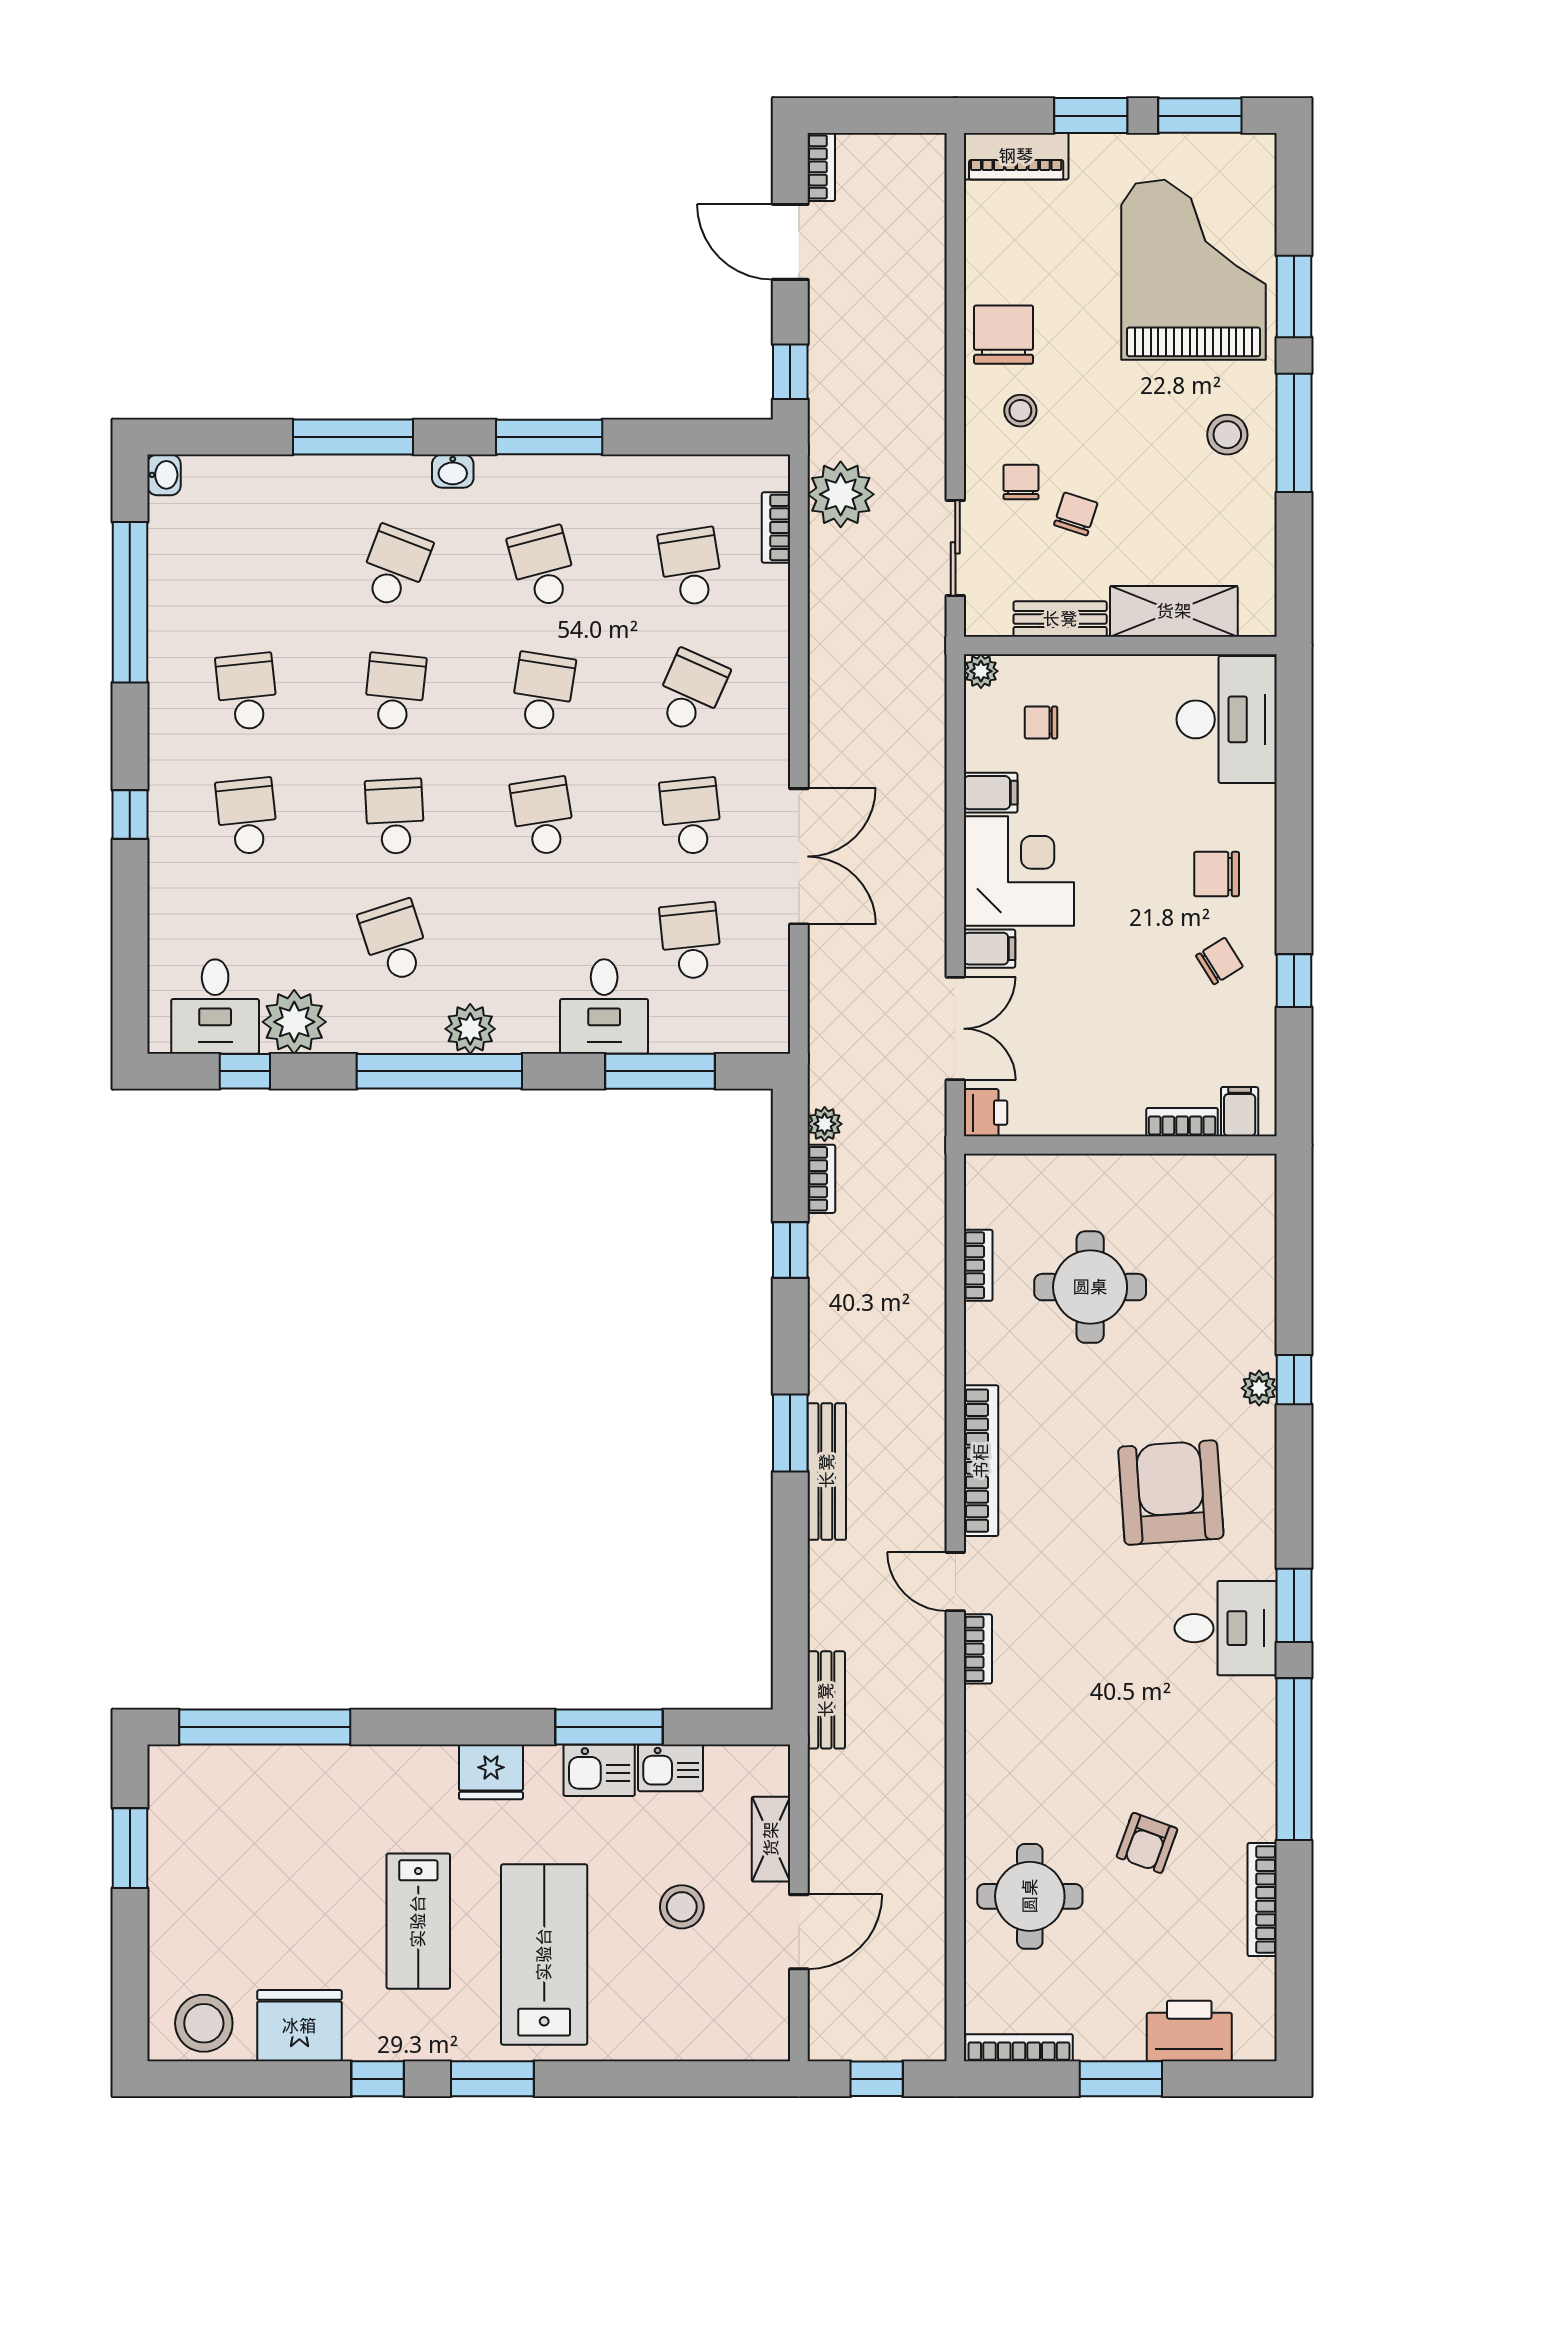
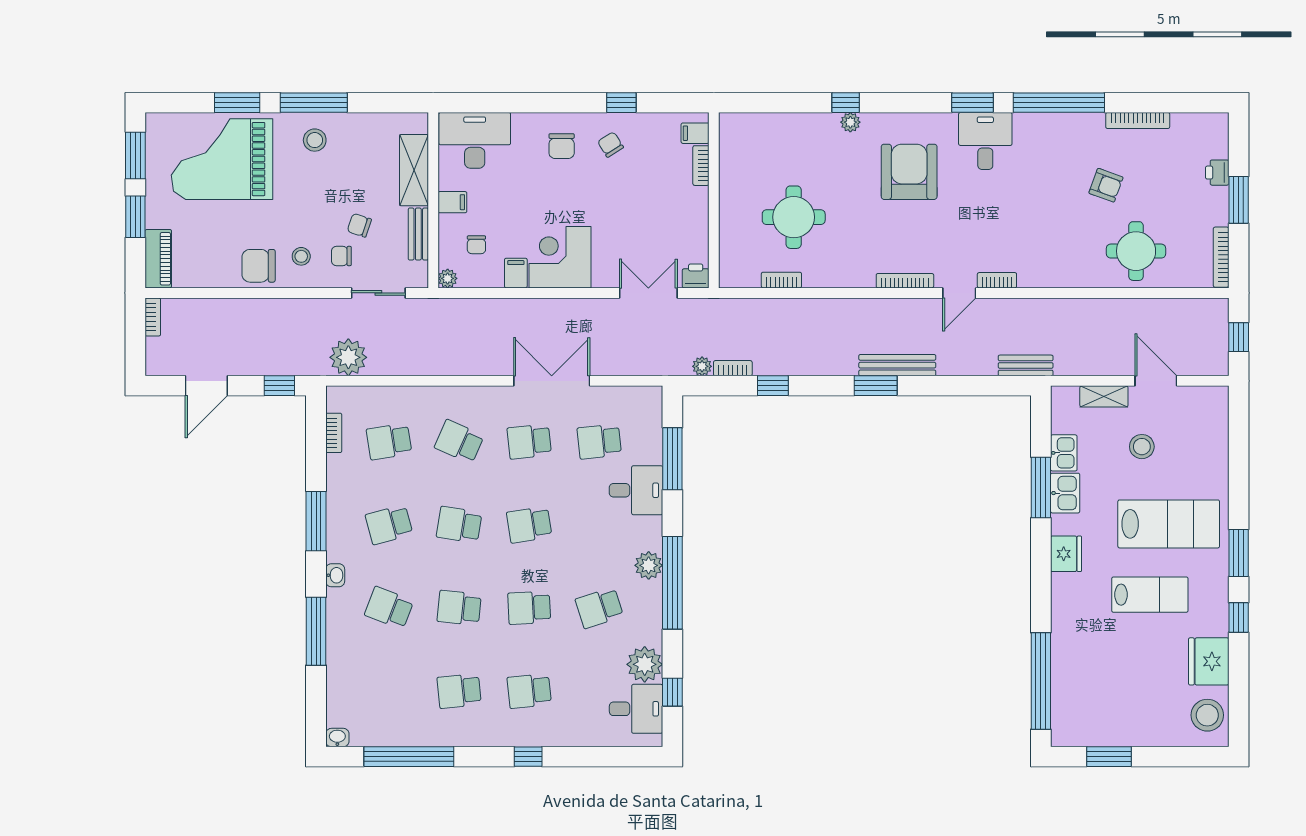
bookcase: (821, 167) -> (153, 317), moved, turned 90
bookcase: (776, 527) -> (334, 433), moved, turned -90
filing cabinet: (990, 949) -> (452, 202), moved, turned 90
bookcase: (981, 1461) -> (905, 281), width x0.68, depth x0.76
armchair: (1171, 1493) -> (909, 172), turned 94
lab bench: (544, 1954) -> (1169, 524), turned 180
printer: (1189, 2031) -> (1217, 173), width x0.53, depth x0.68

